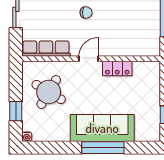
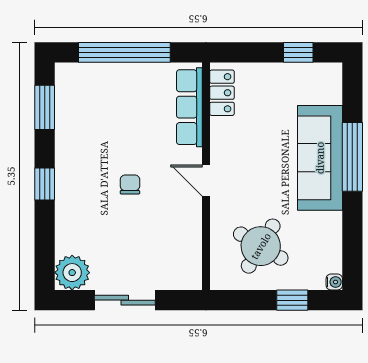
row of seats: (46, 49) -> (189, 107), moved
locker: (117, 68) -> (222, 93), moved

